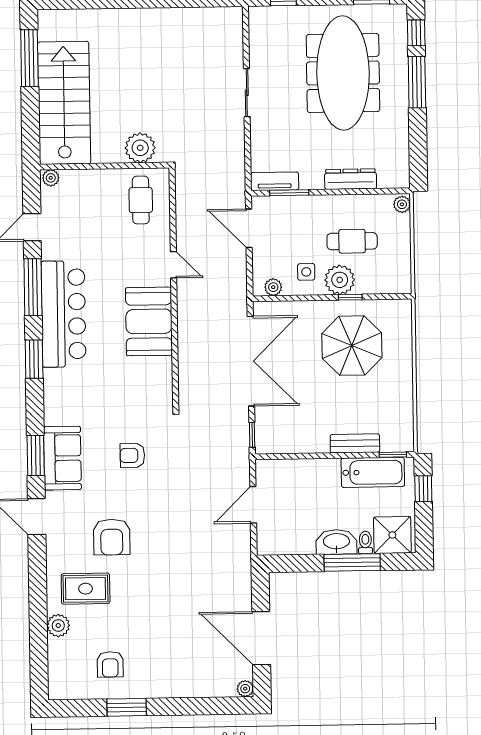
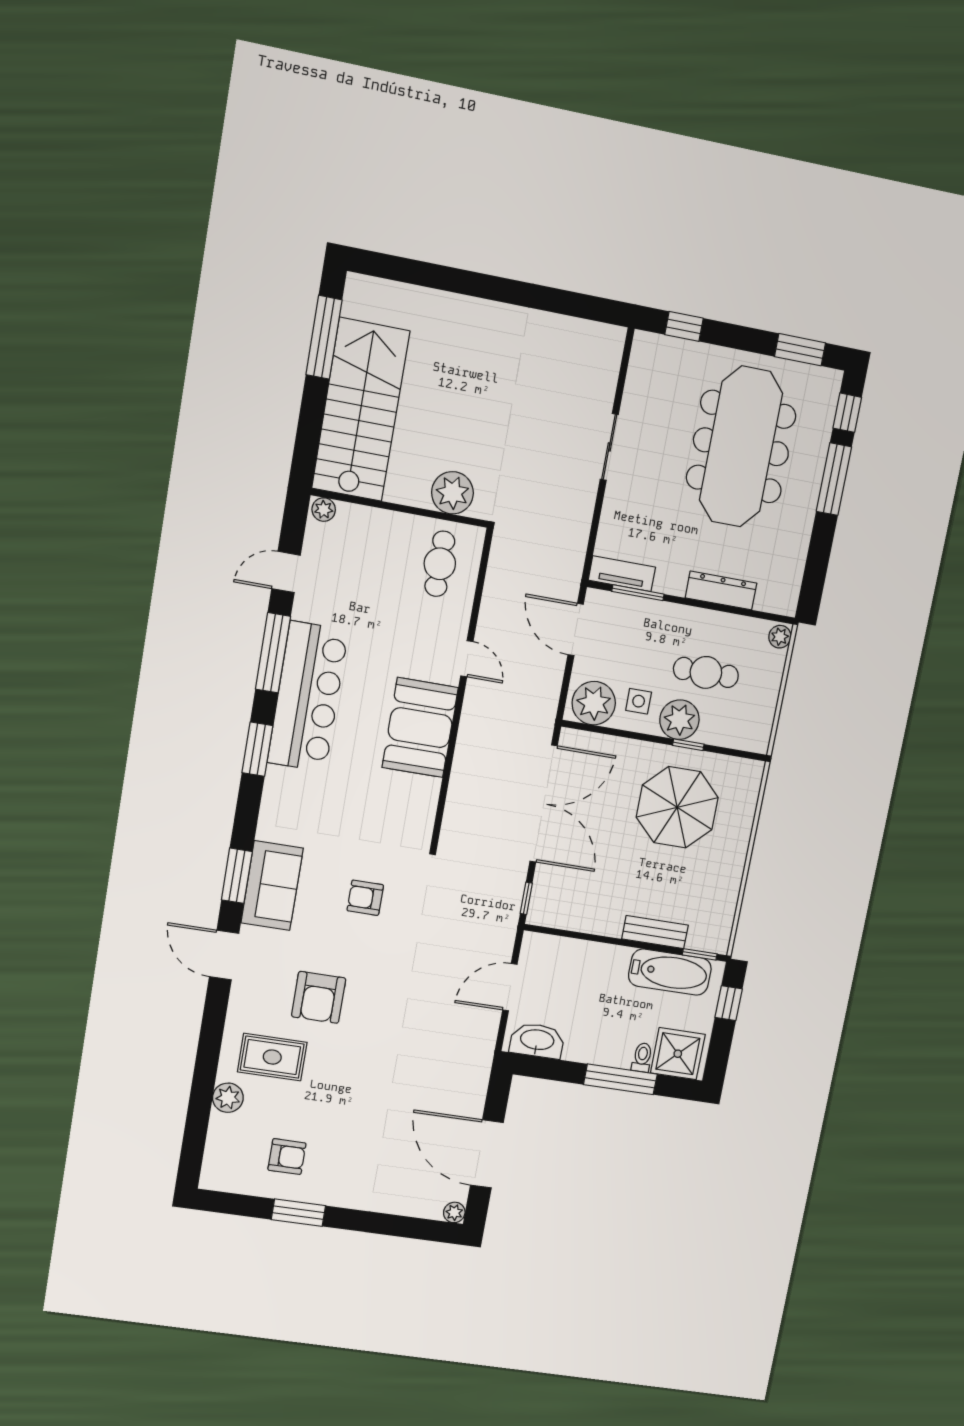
plant: (273, 287) -> (594, 703), width x1.87, depth x1.87
washbasin: (336, 542) -> (537, 1041), moved
armchair: (110, 664) -> (287, 1157), turned -90

